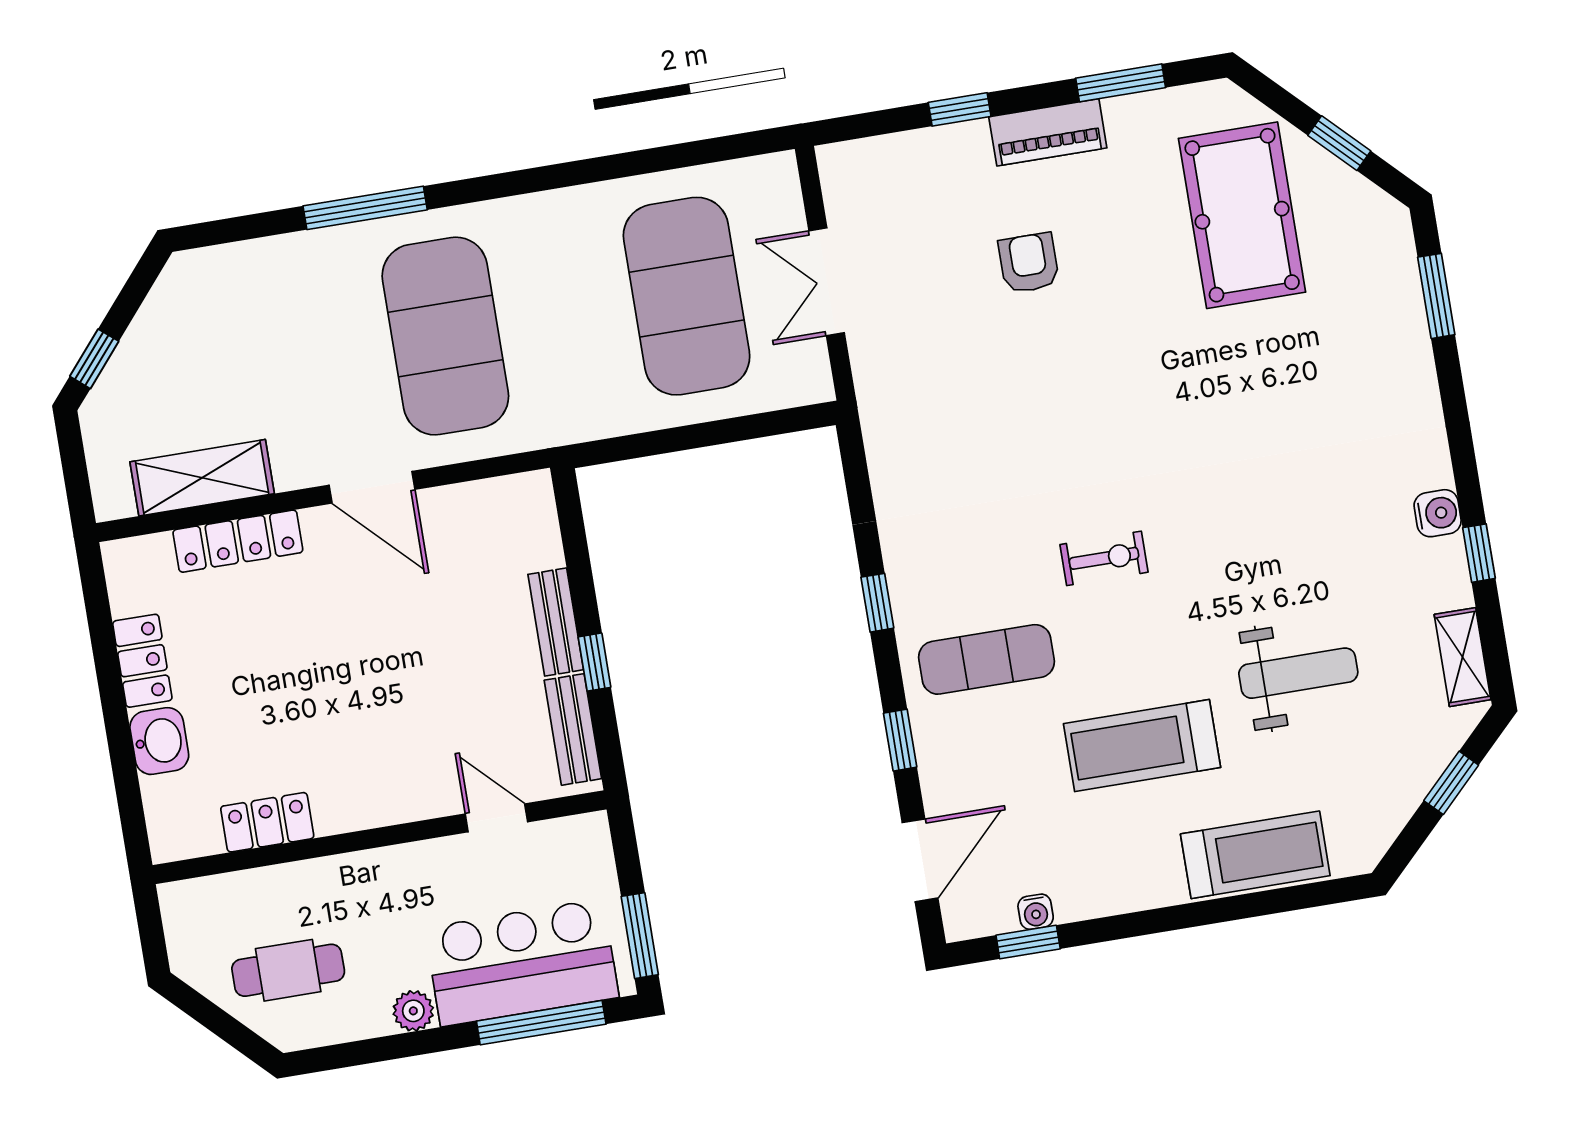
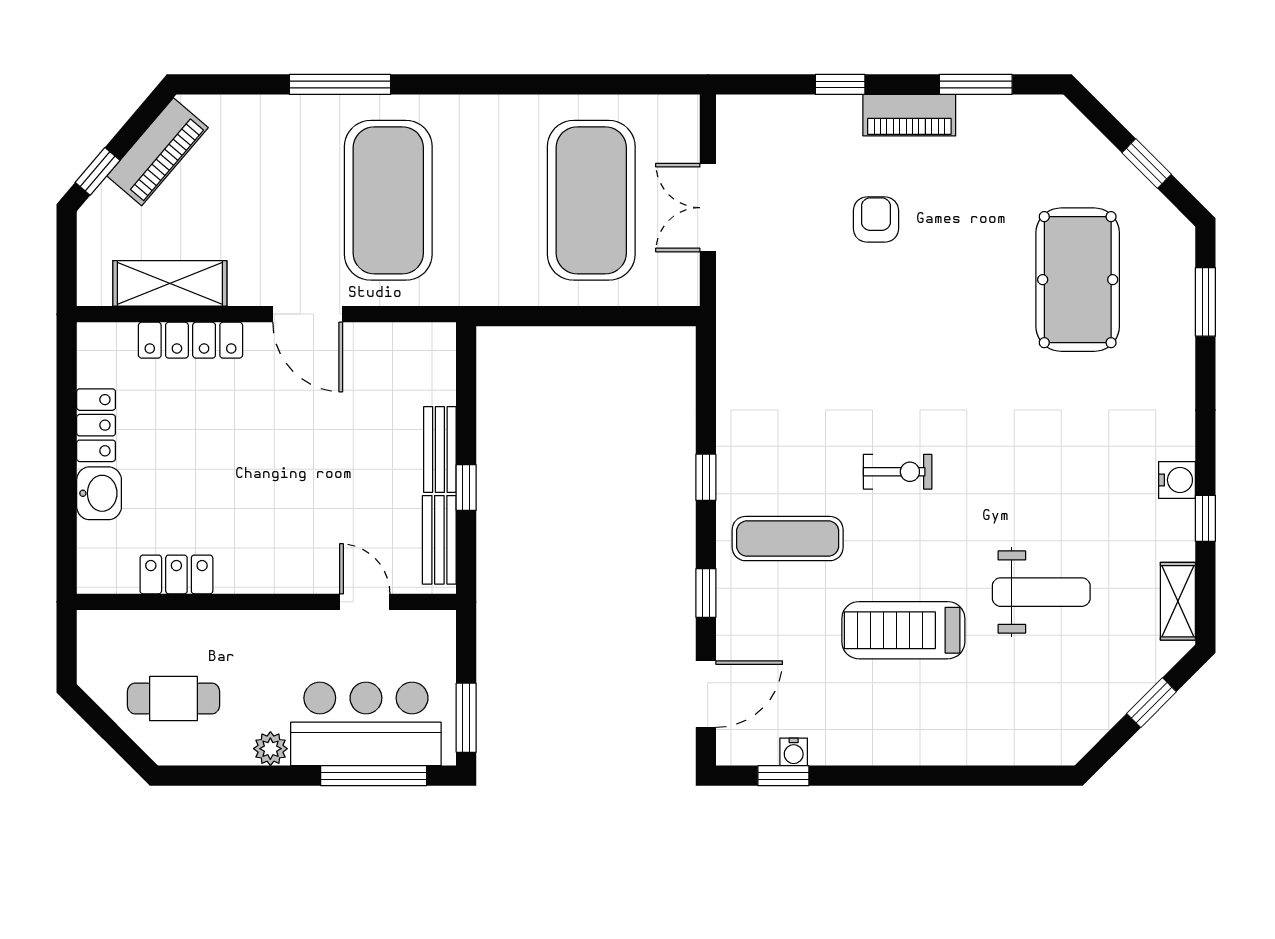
pool table: (1242, 215) -> (1078, 280), moved
piano: (162, 324) -> (158, 152), added
treadmill: (1255, 855) -> (981, 735), removed

